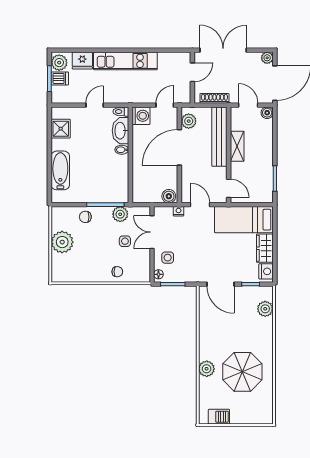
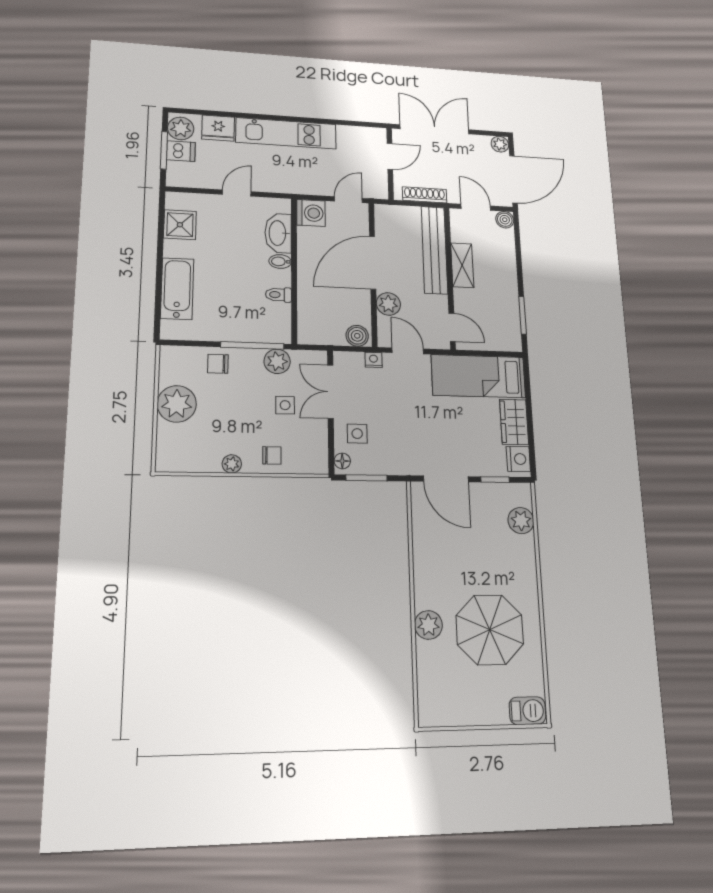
toilet: (121, 112) -> (278, 295), moved
plant: (189, 121) -> (388, 304), moved
plant: (94, 277) -> (232, 464), added
barbecue: (219, 417) -> (527, 711), moved

